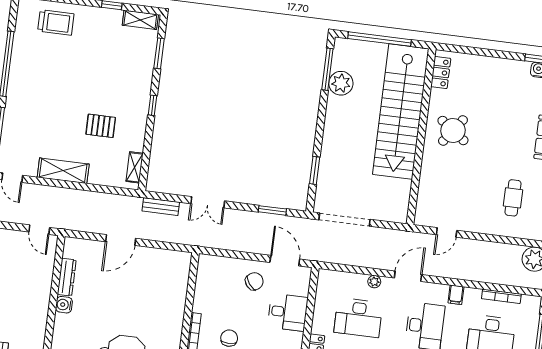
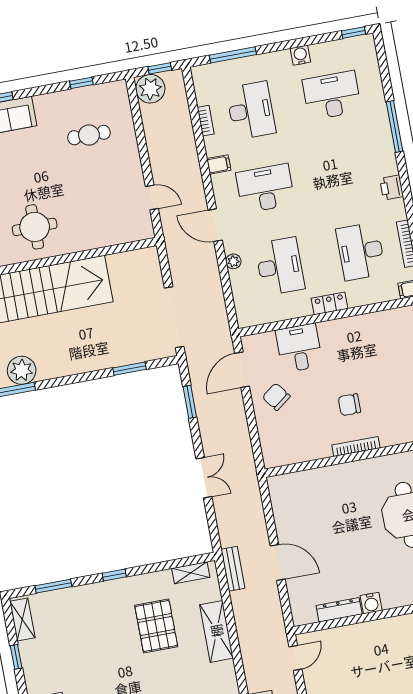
pallet: (101, 126) -> (156, 626), width x1.50, depth x1.42
round table: (453, 131) -> (35, 227), turned -36
shelving: (63, 171) -> (216, 631), moved
bench: (161, 207) -> (233, 569), moved
bookcase: (501, 296) -> (206, 121), width x0.64

